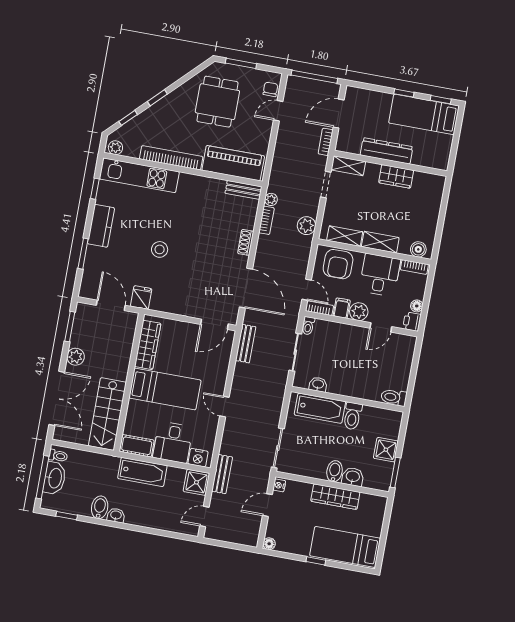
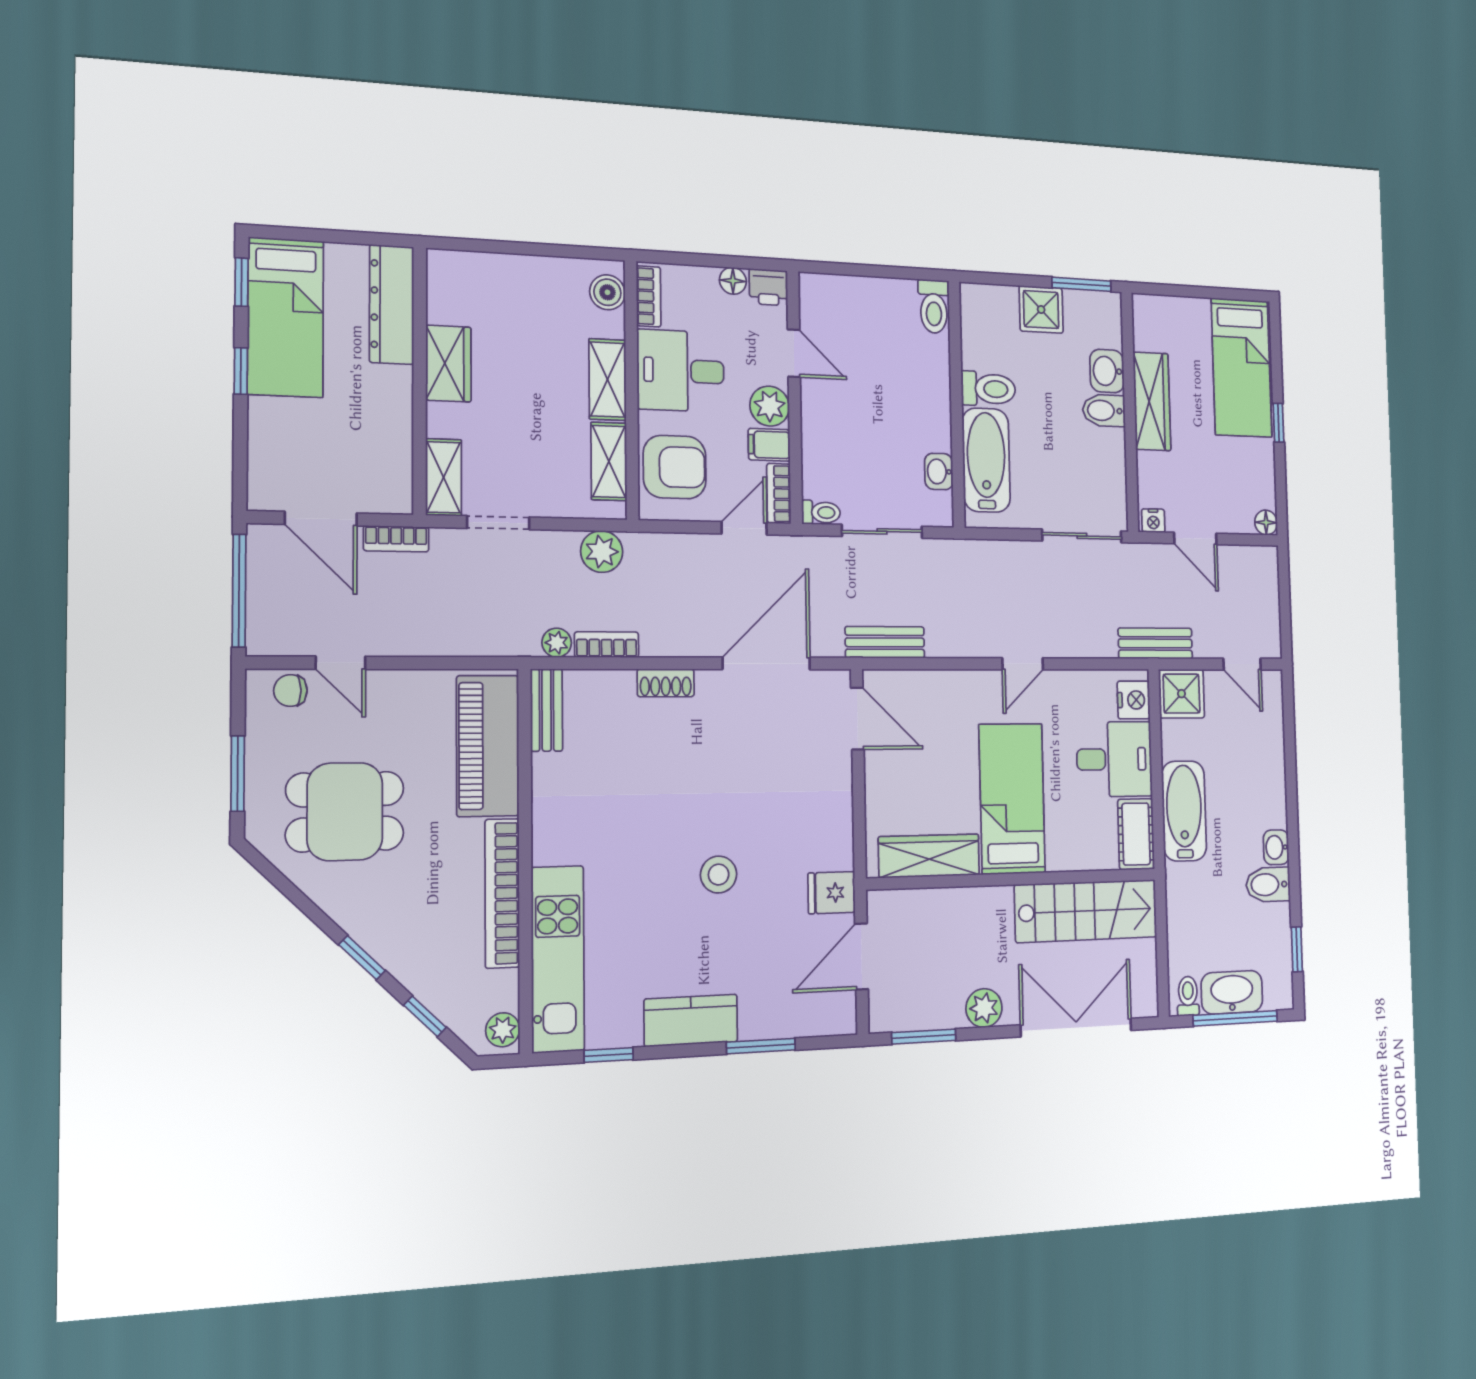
dresser: (387, 151) -> (392, 304), moved

